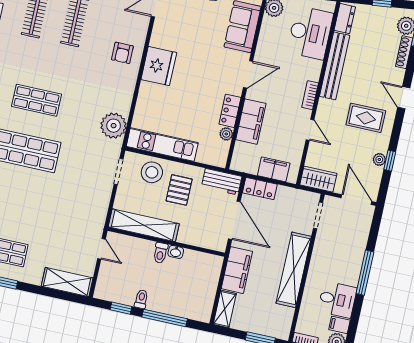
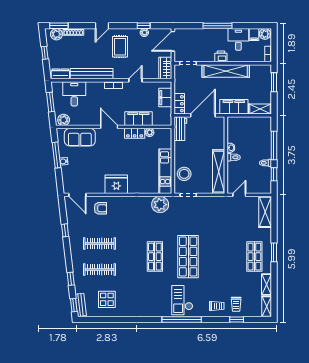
desk: (310, 33) -> (74, 94), width x0.73
armchair: (122, 53) -> (100, 208), moved
pallet: (179, 190) -> (191, 154), removed
printer: (317, 267) -> (221, 56), added

